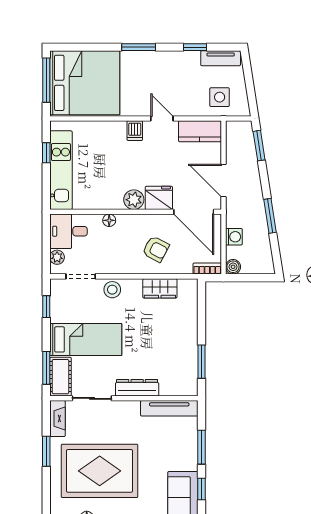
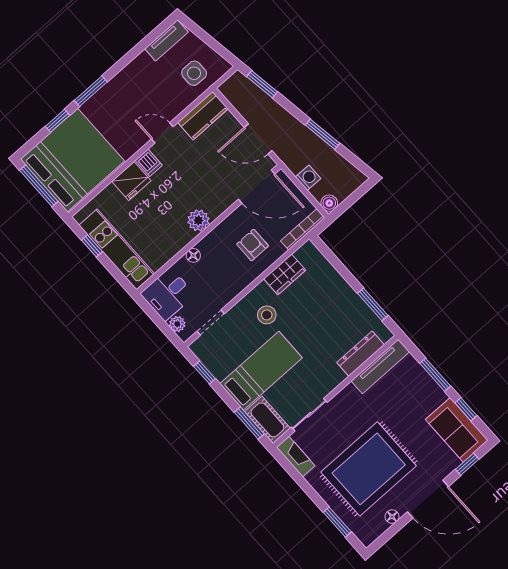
window: (195, 47) -> (57, 121), moved
fridge: (159, 198) -> (131, 181), moved, turned 180
armchair: (156, 249) -> (253, 245), turned -118
bookcase: (207, 269) -> (303, 229), width x1.56
stool: (112, 290) -> (267, 315), moved
dresser: (137, 388) -> (361, 354), moved
window: (46, 451) -> (337, 522), moved

